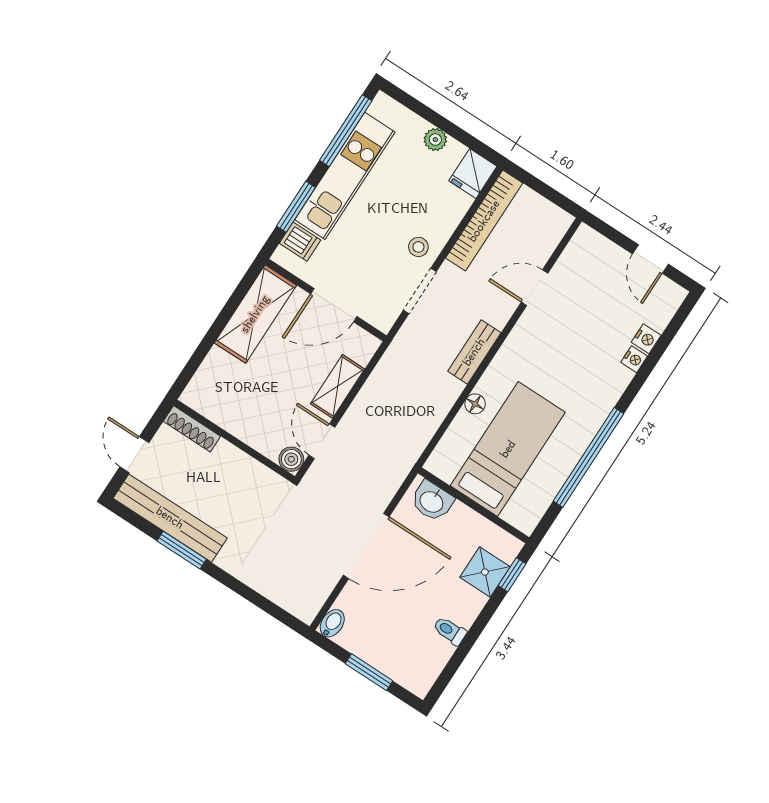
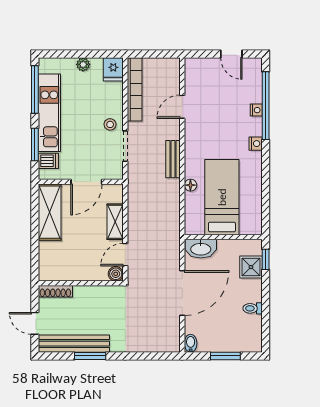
nightstand: (646, 339) -> (256, 144), moved
door: (322, 441) -> (125, 255), hinge flipped
window: (589, 457) -> (266, 106), moved
washbasin: (432, 501) -> (201, 249), width x1.38

